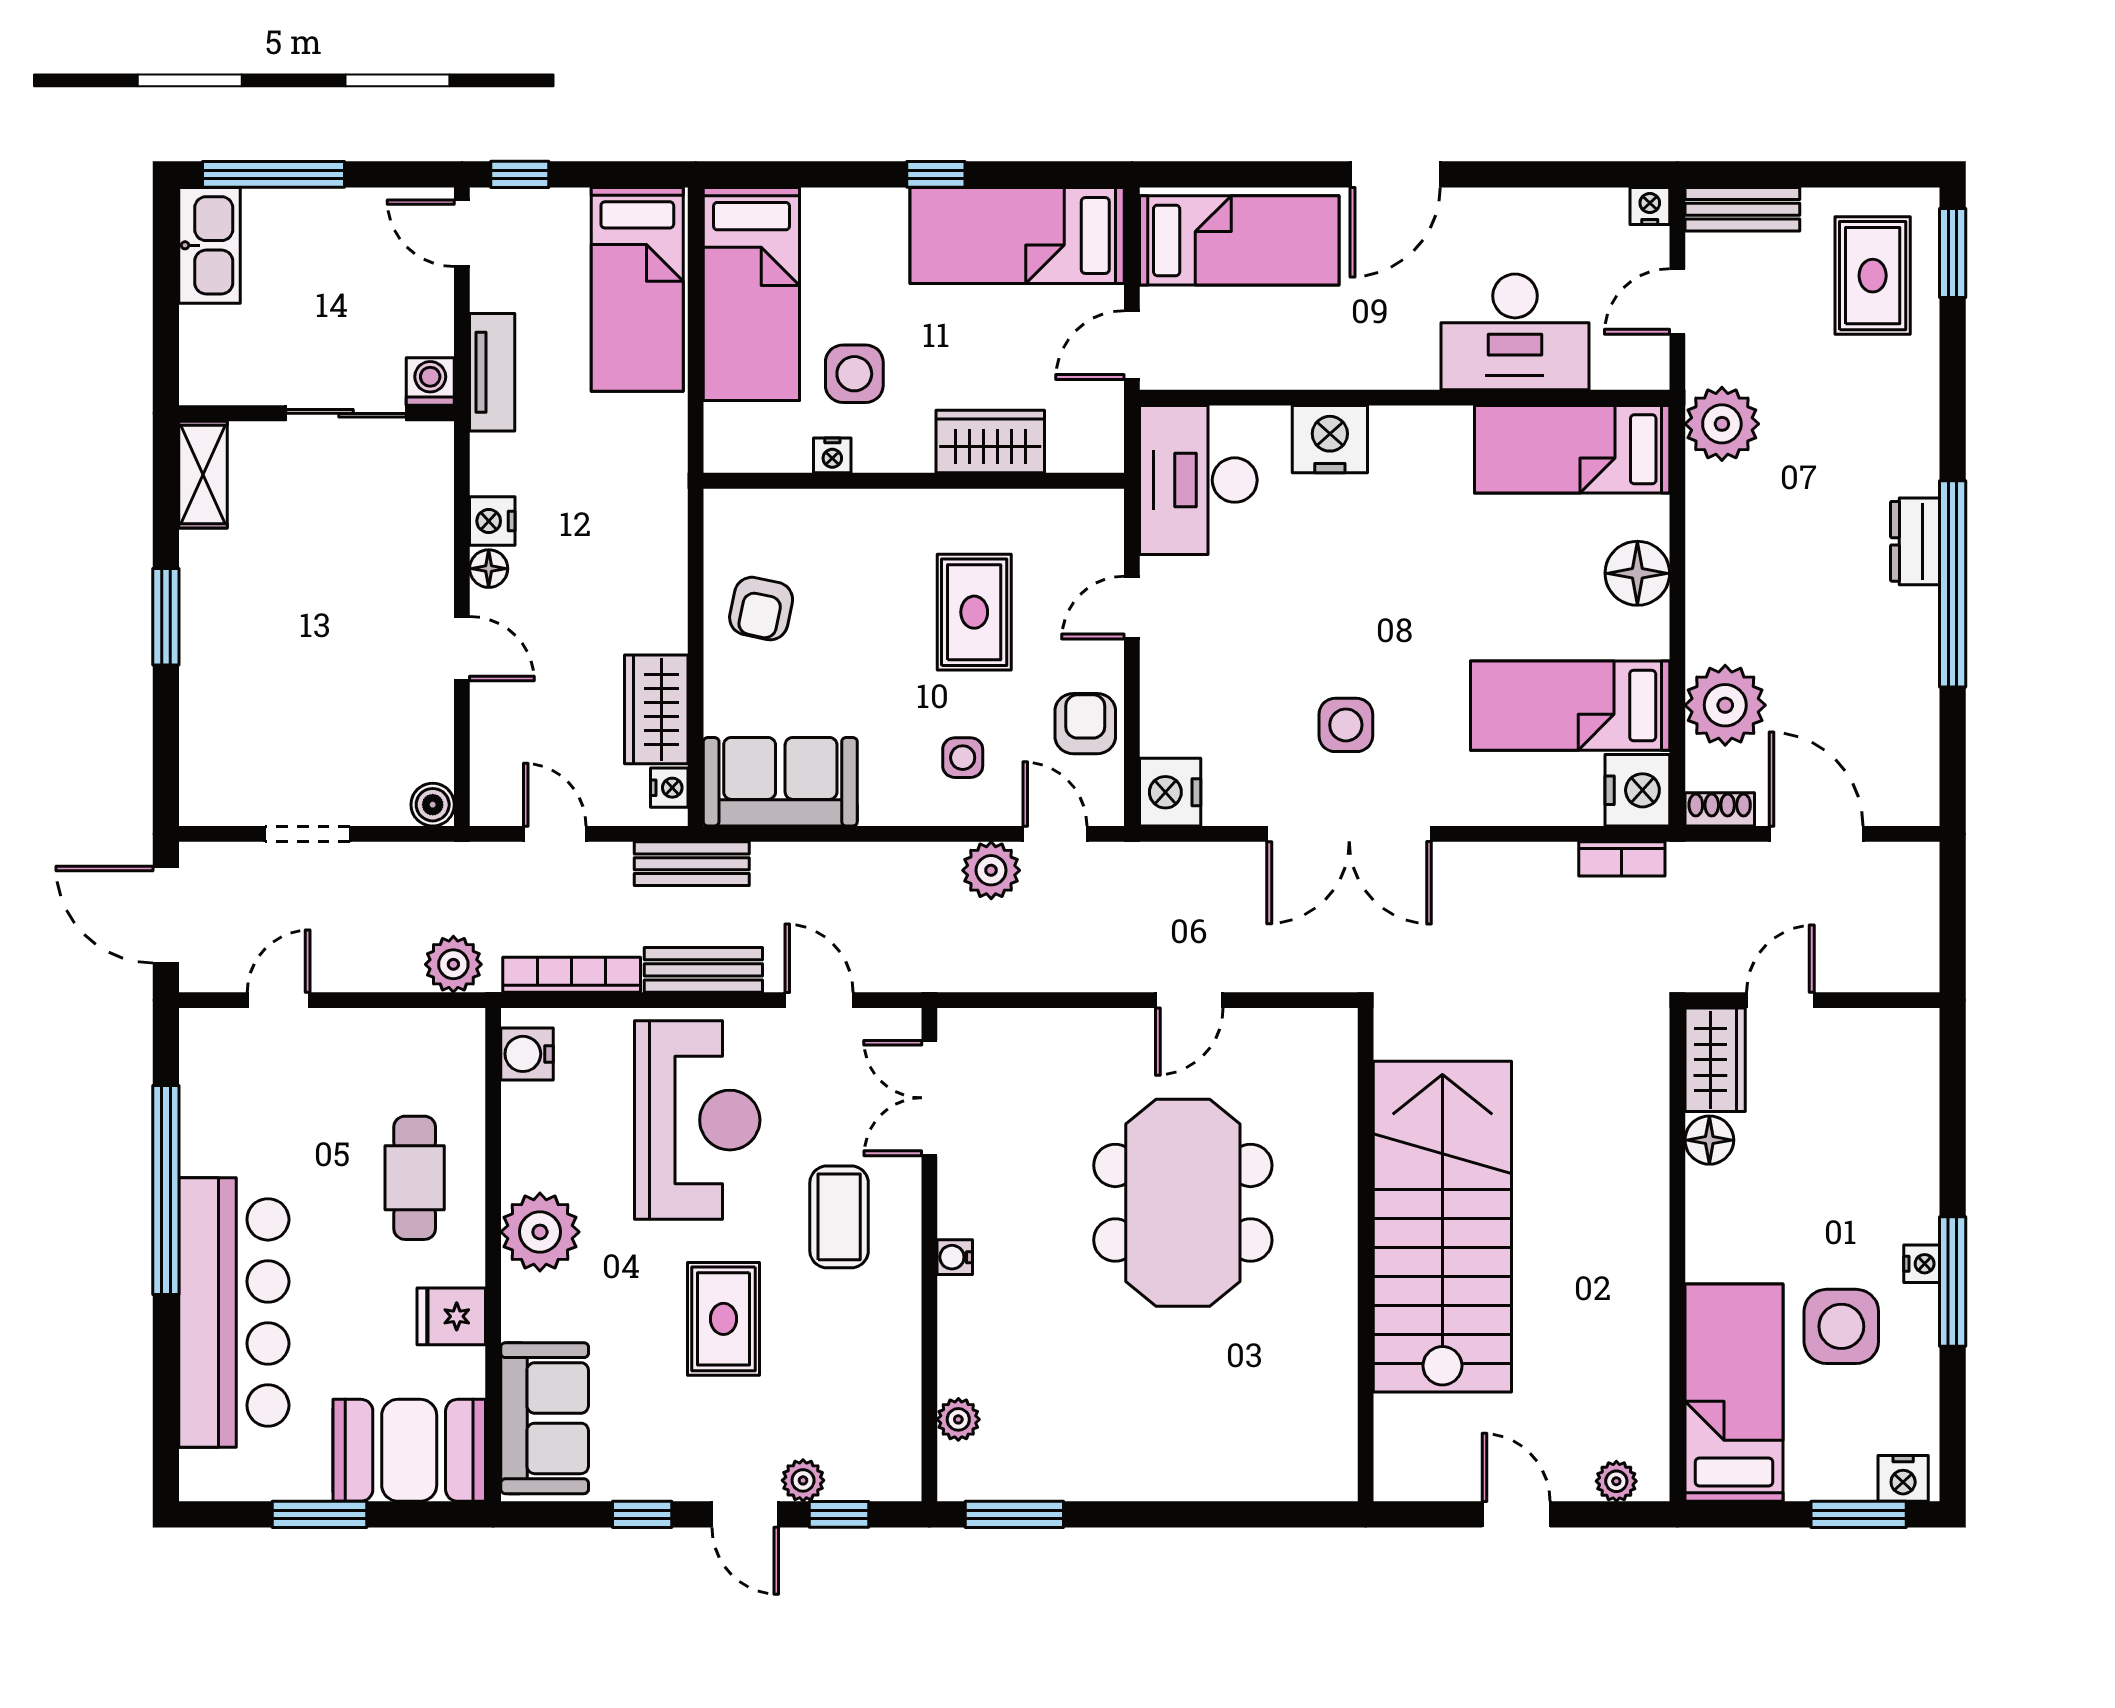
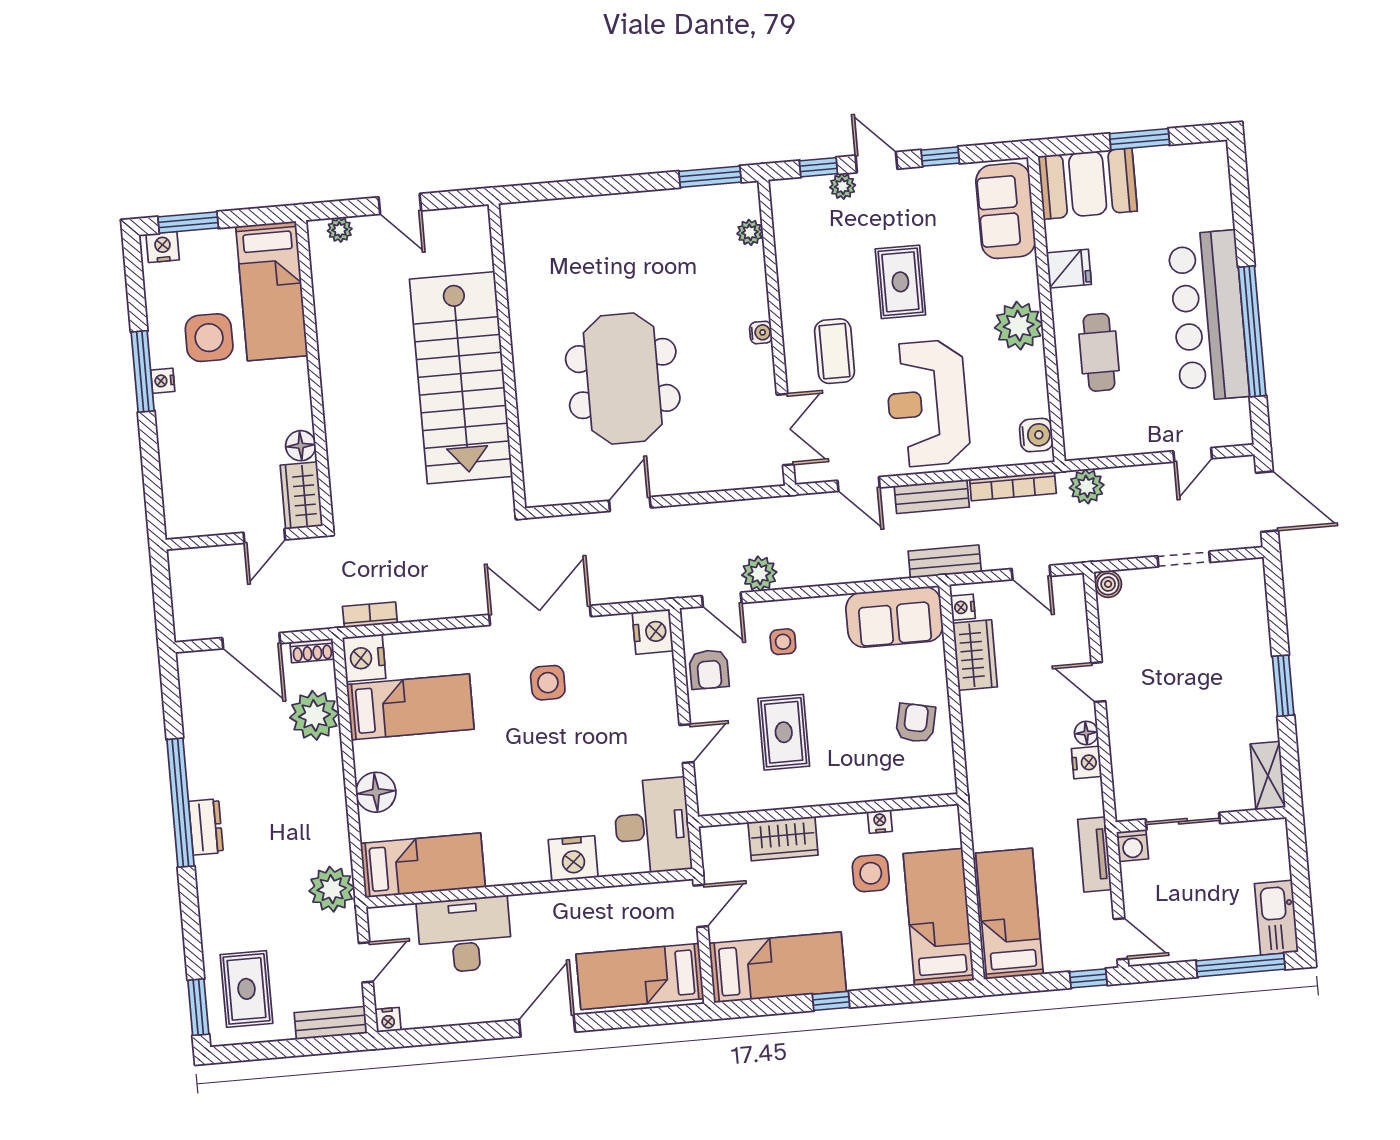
bar counter: (234, 1312) -> (1208, 316), moved

